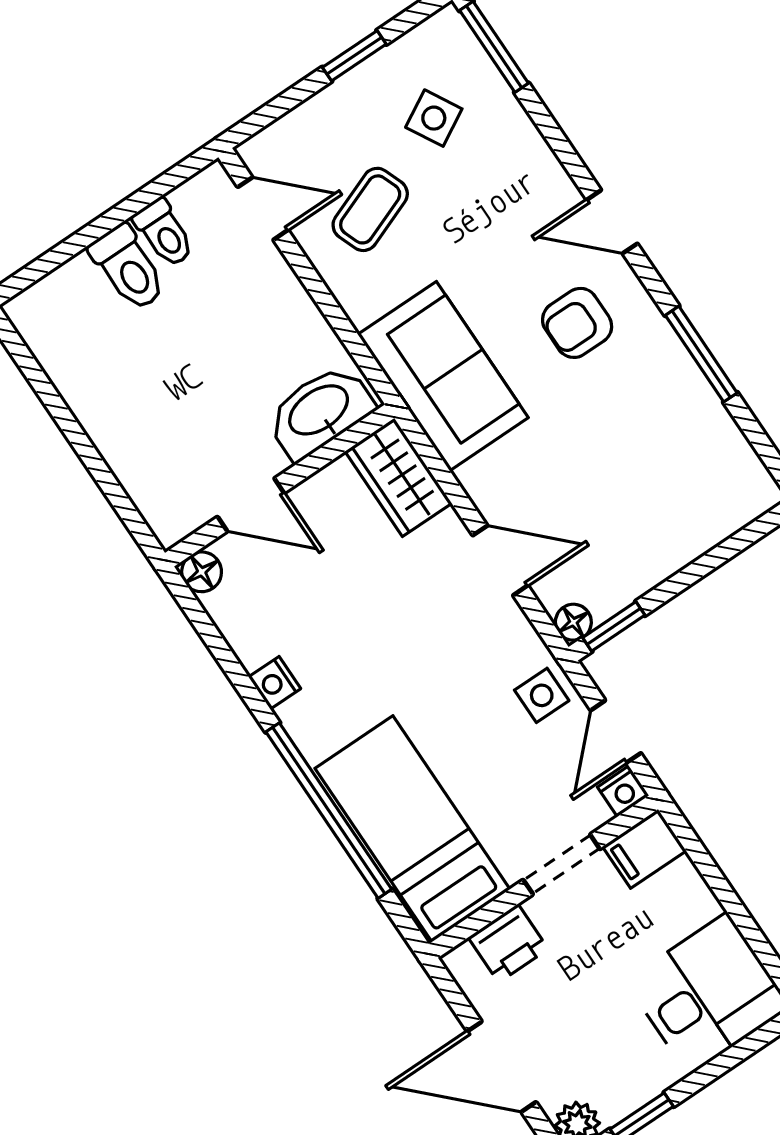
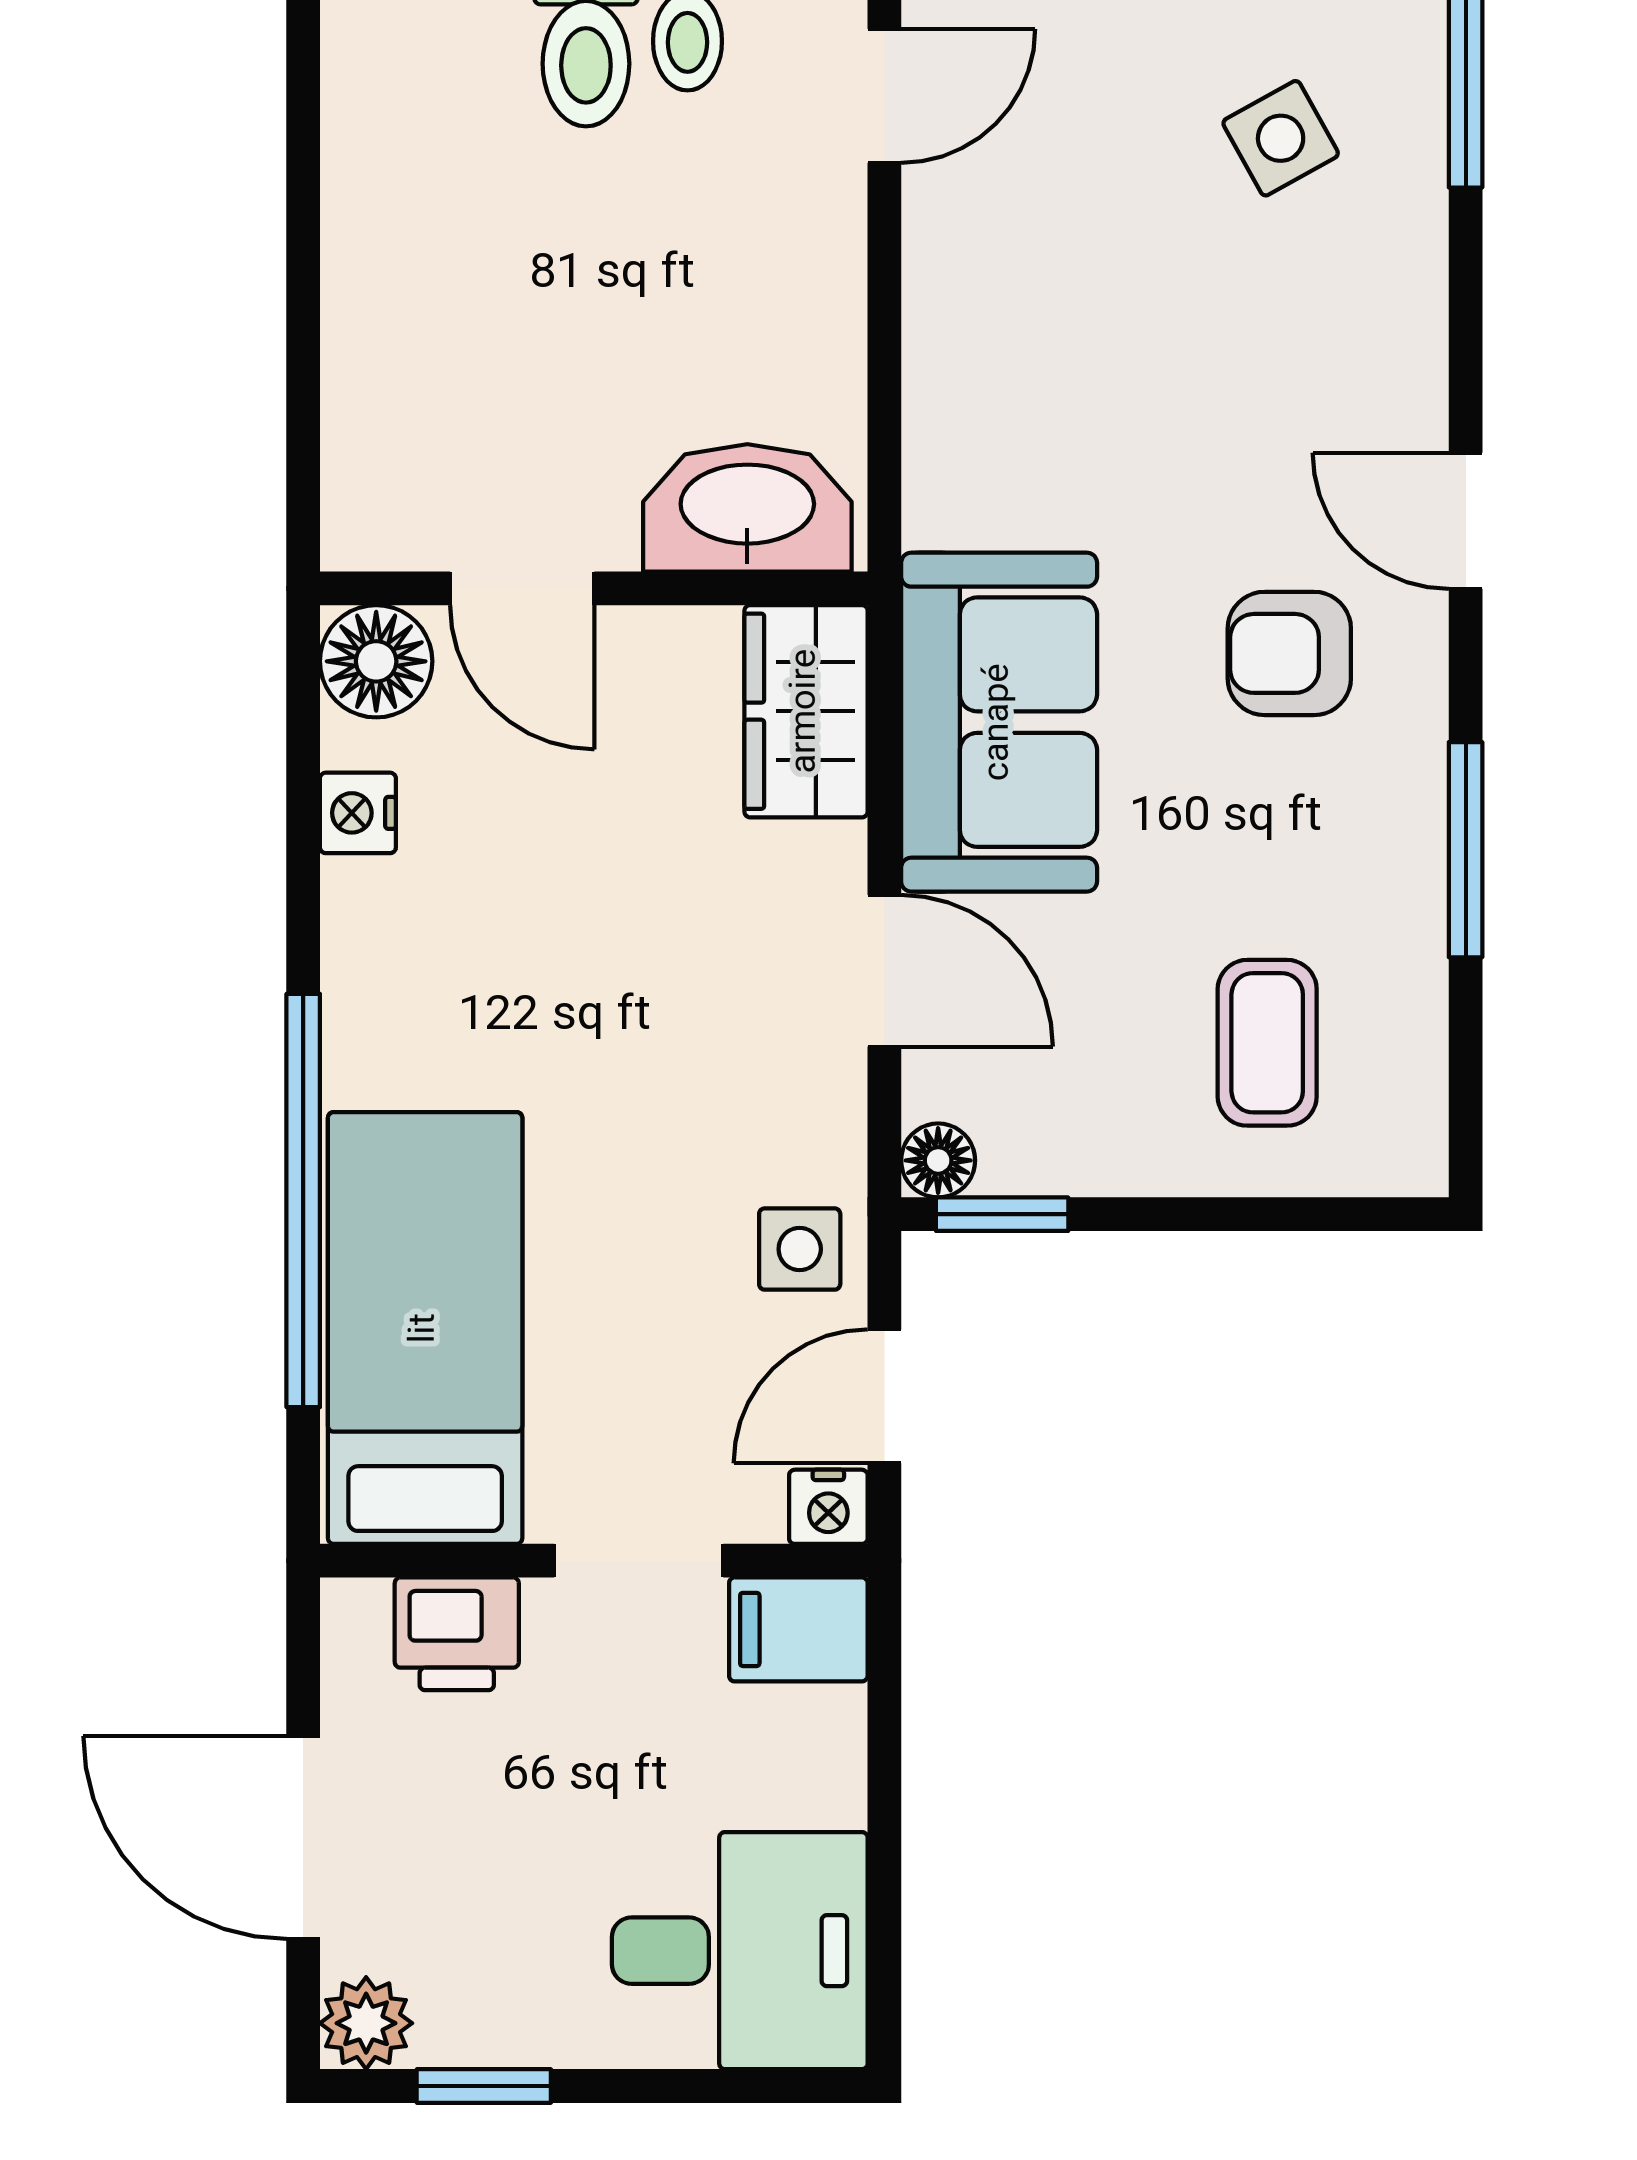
door: (263, 209) -> (884, 96), hinge flipped
coffee table: (370, 209) -> (1267, 1043), moved, turned -69
sofa: (443, 376) -> (999, 722), moved
floor lamp: (202, 572) -> (376, 661), width x1.37, depth x1.37
nightstand: (275, 683) -> (358, 813), moved

